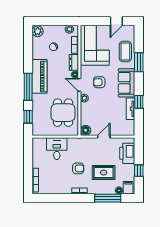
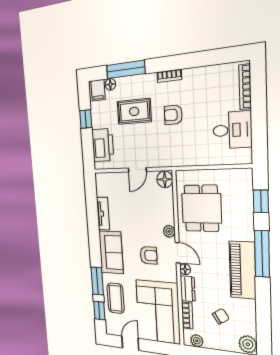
window: (139, 102) -> (99, 311), moved
desk: (57, 149) -> (232, 130), moved, turned -90

